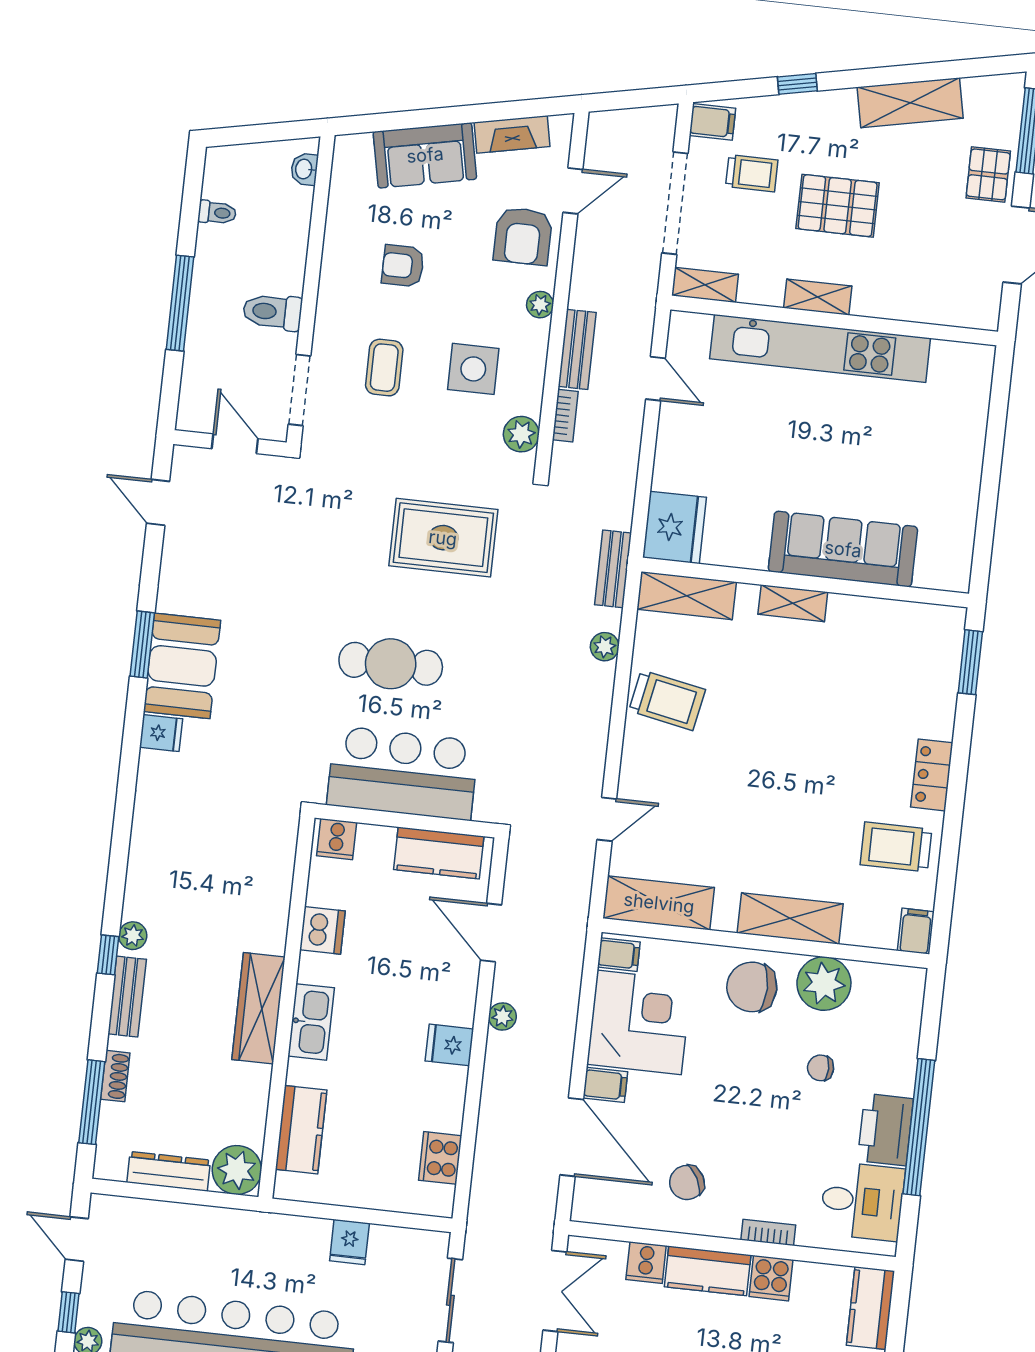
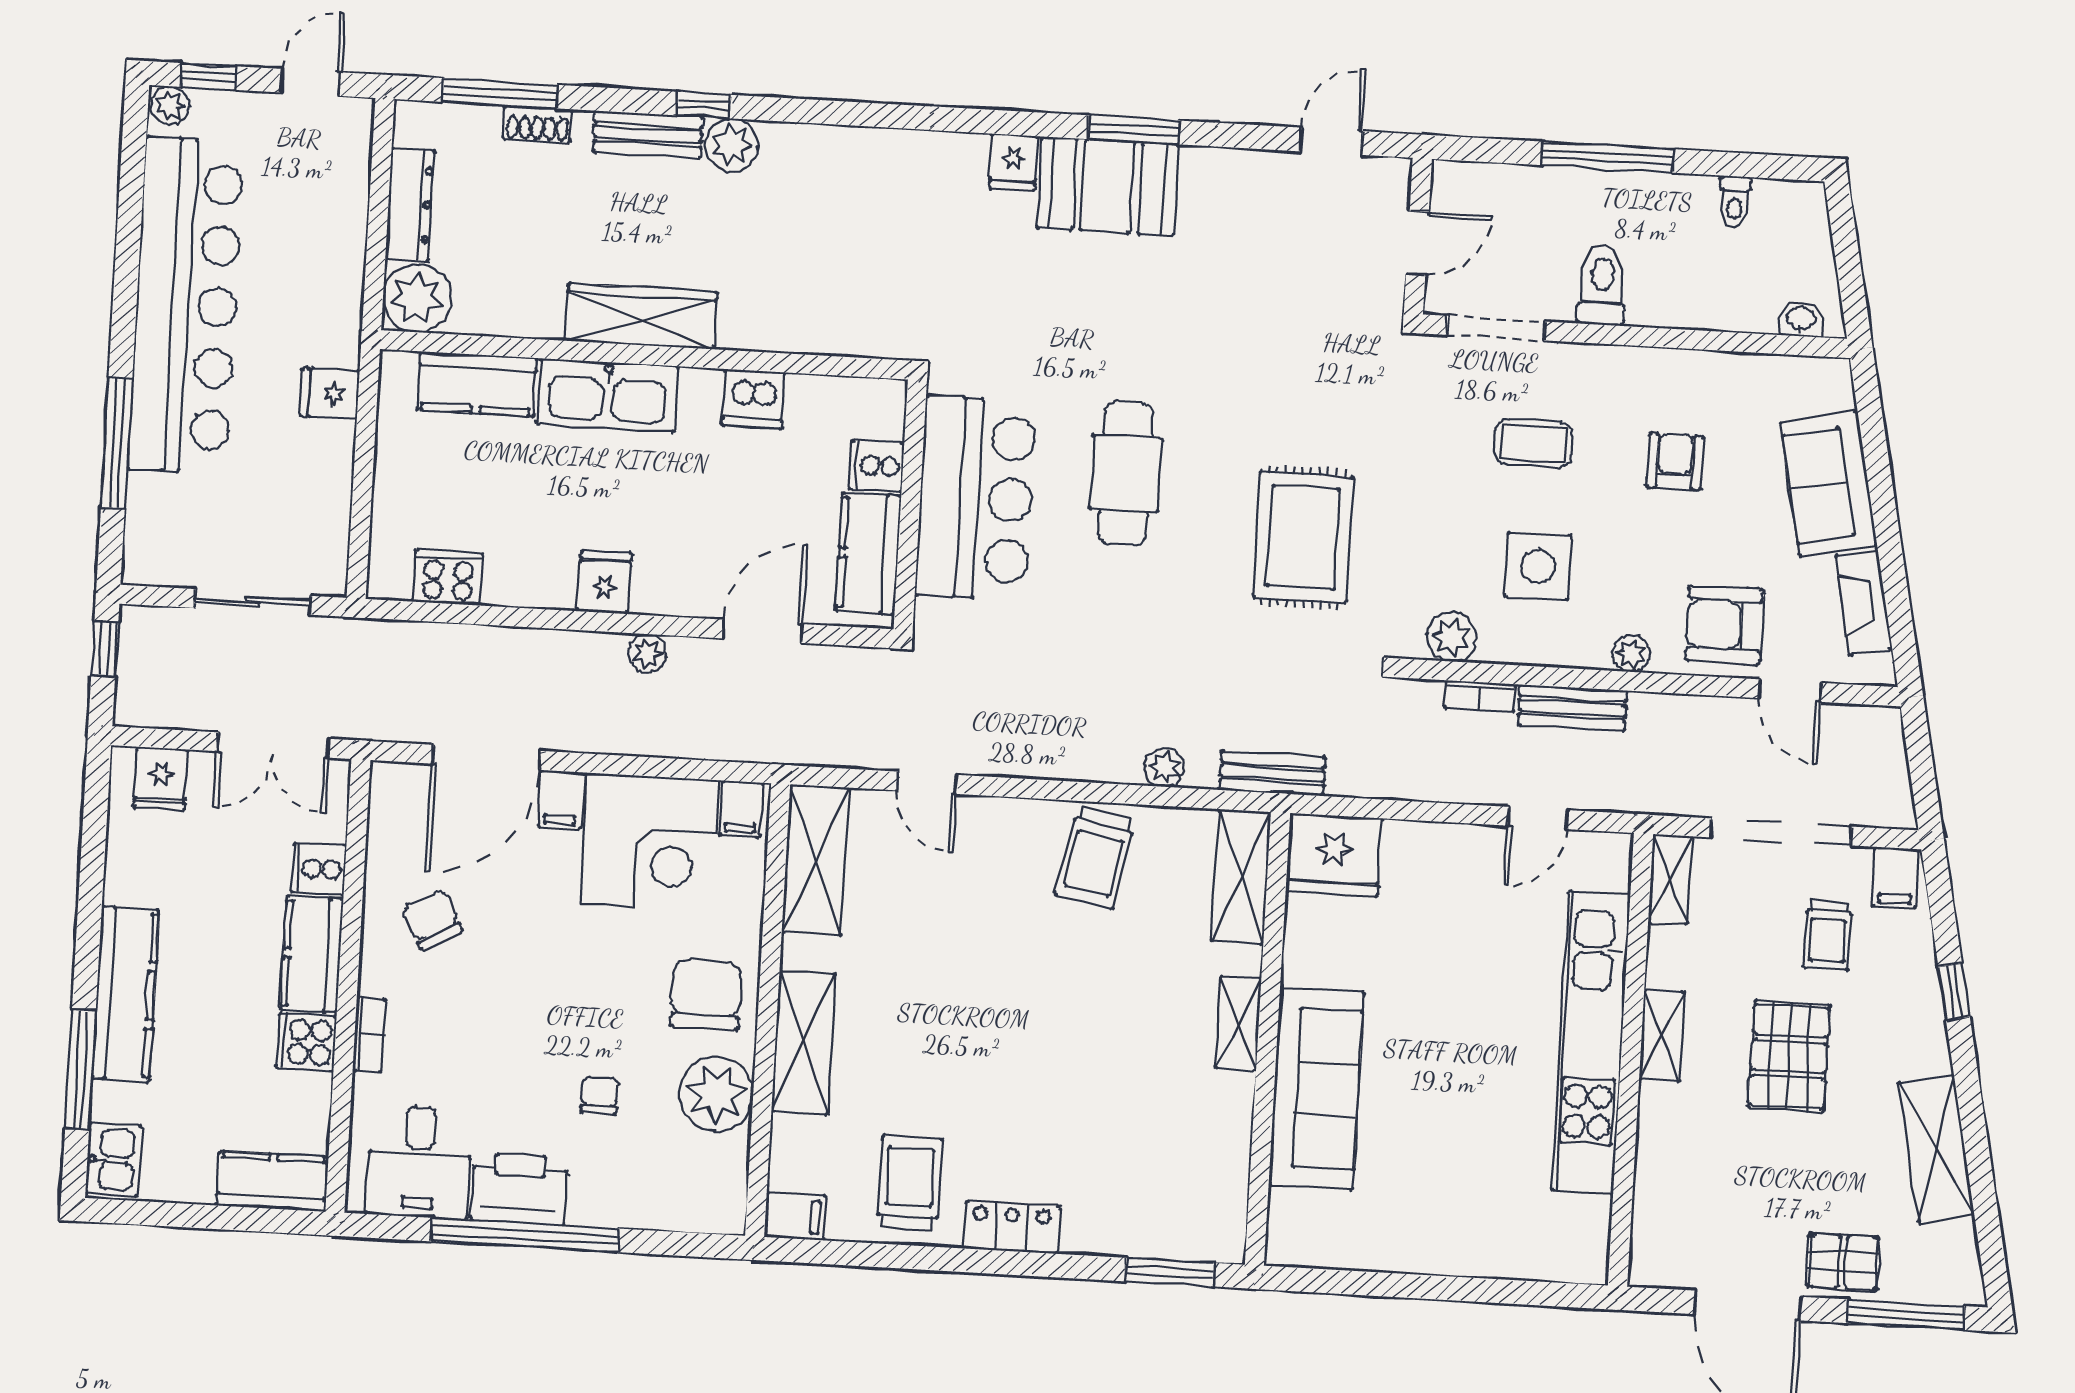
cooker: (337, 839) -> (877, 466), moved
plant: (133, 936) -> (732, 145), width x1.38, depth x1.38
kitchen sink: (311, 1022) -> (607, 395), width x1.36, depth x1.24
fridge: (349, 1242) -> (329, 394), moved

